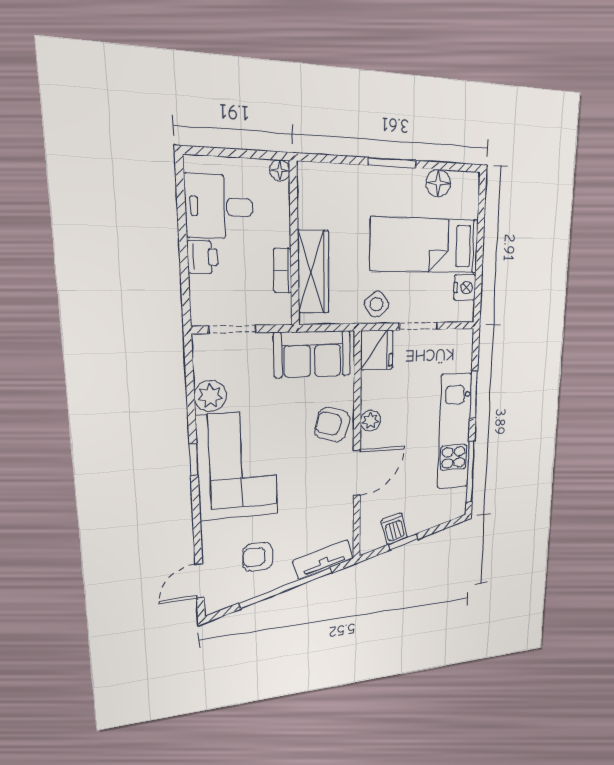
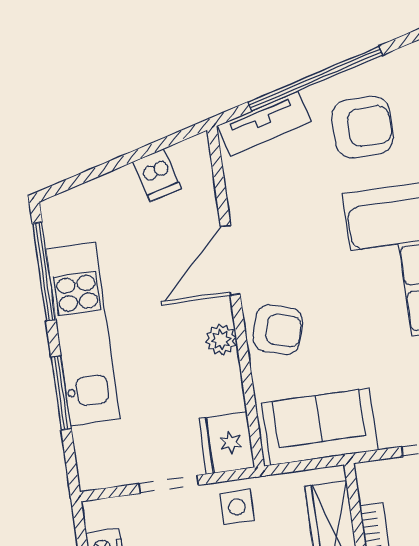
side table: (376, 304) -> (237, 507), turned 37
window: (403, 542) -> (139, 154), removed
armchair: (258, 557) -> (363, 127), width x1.38, depth x1.38

